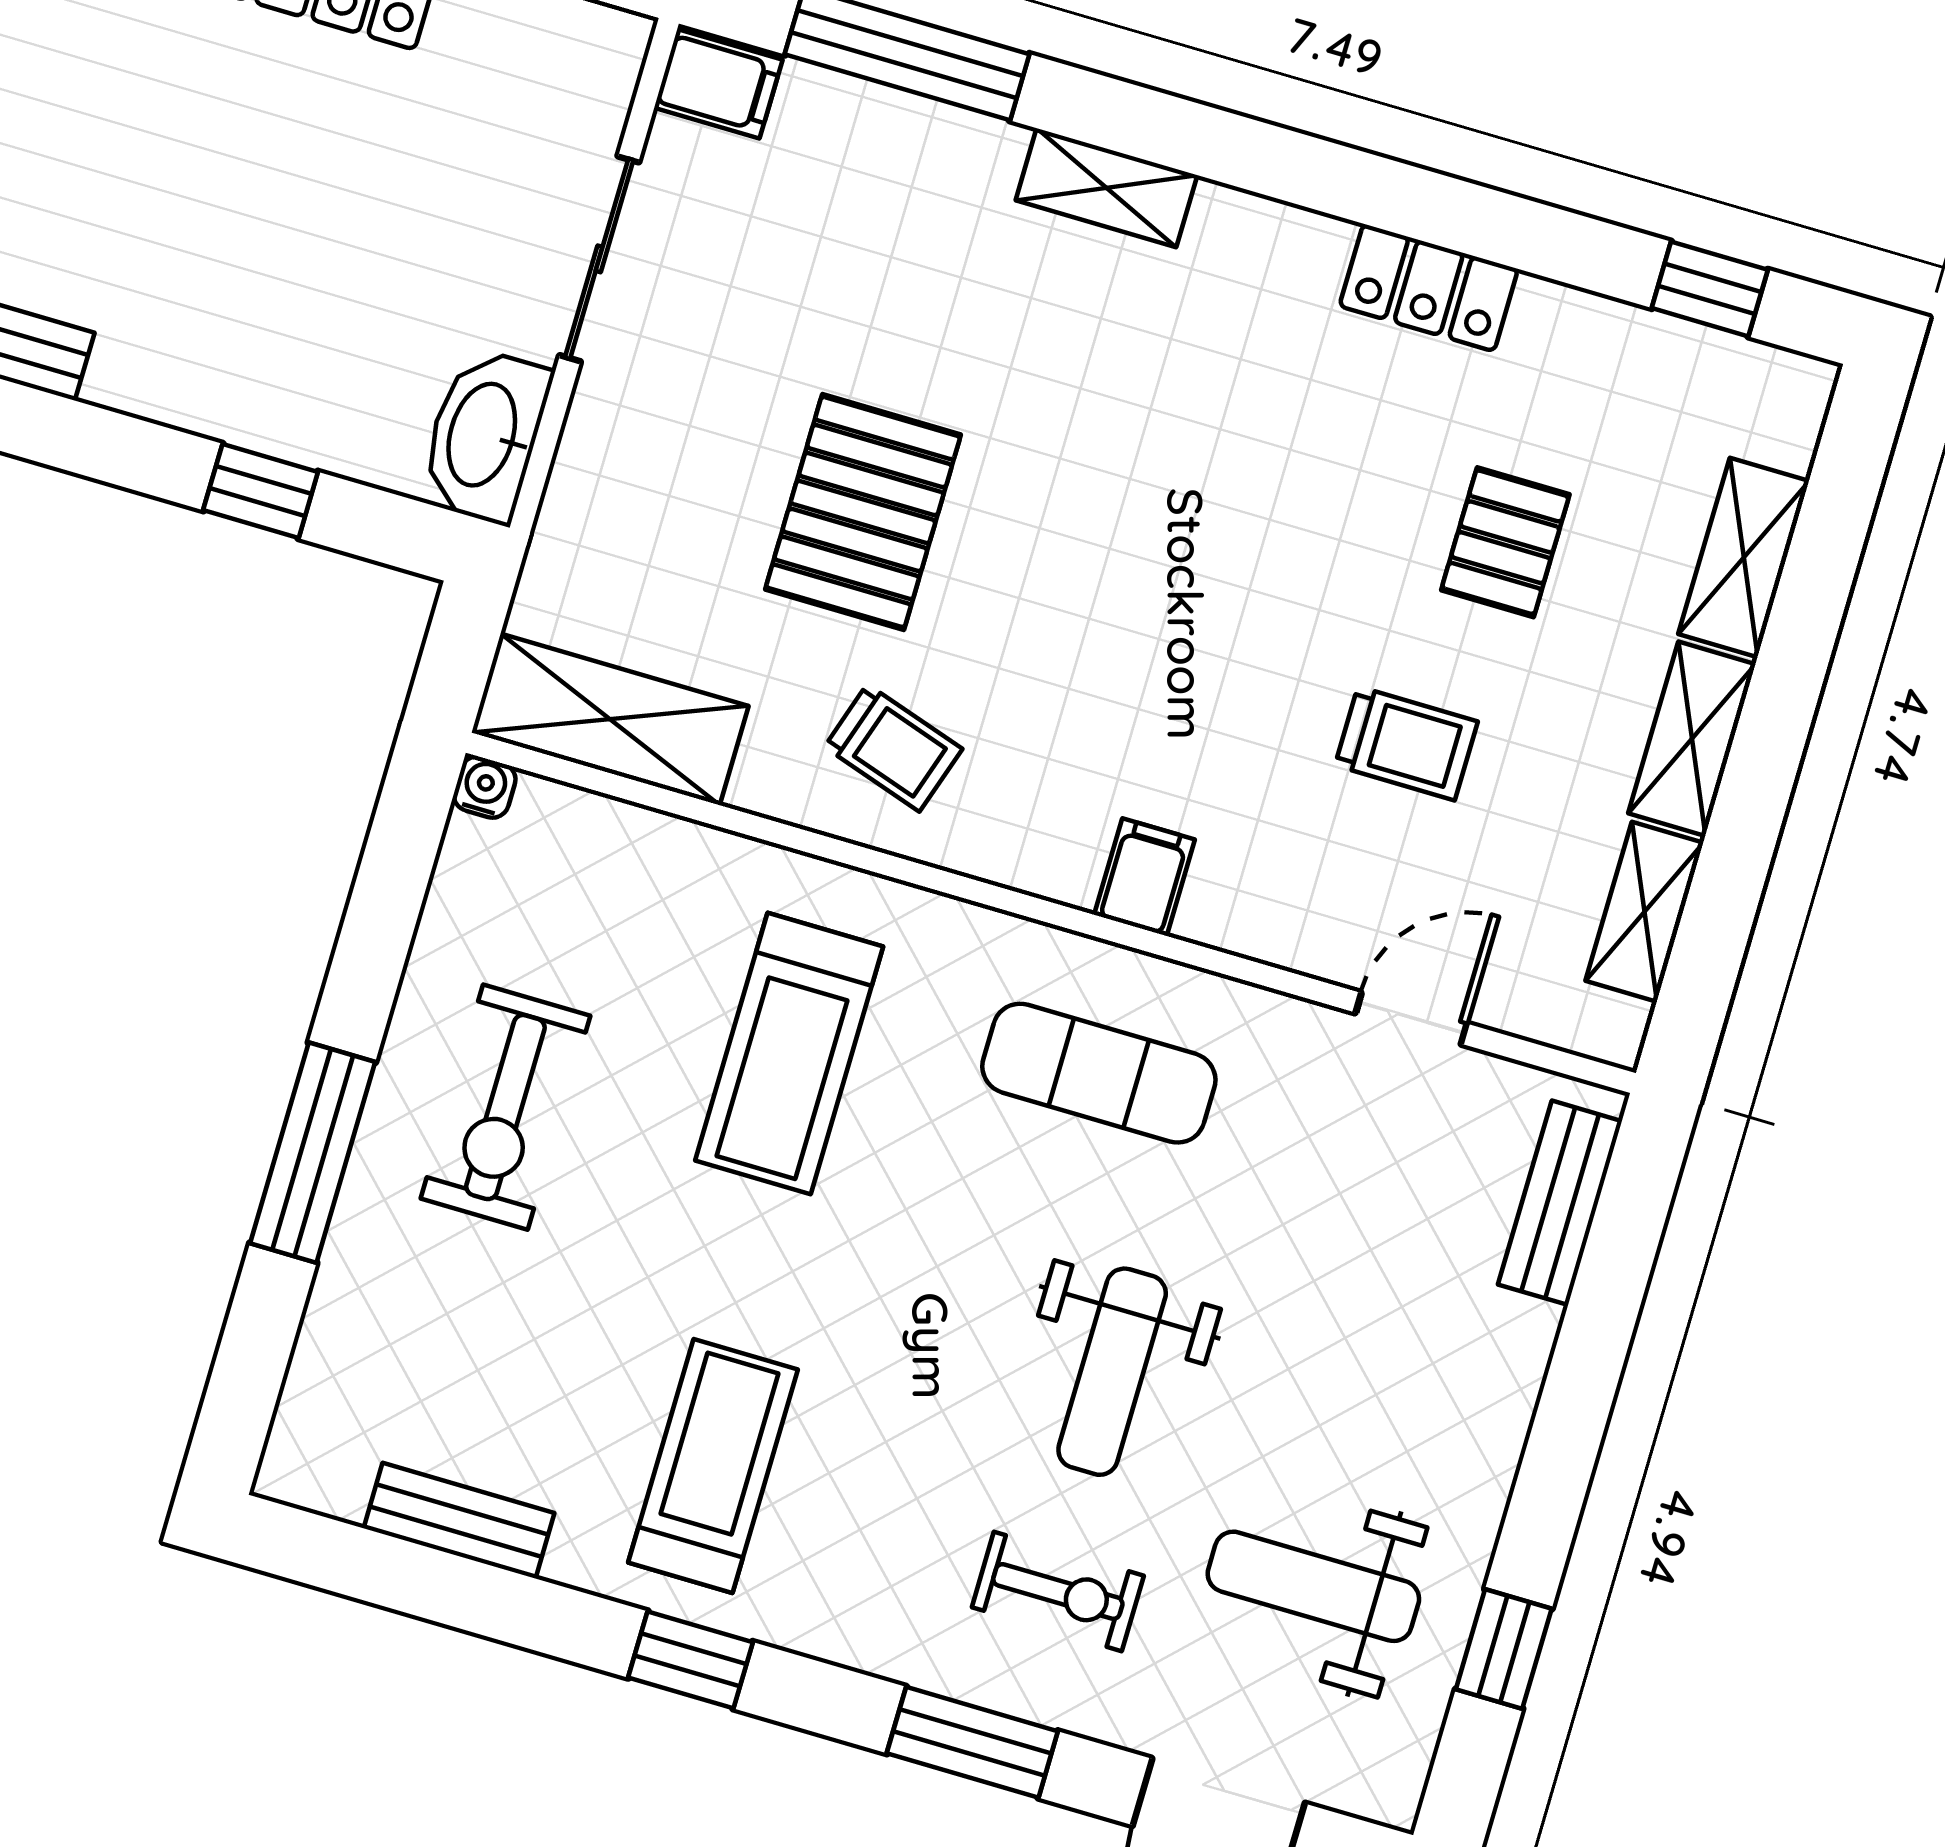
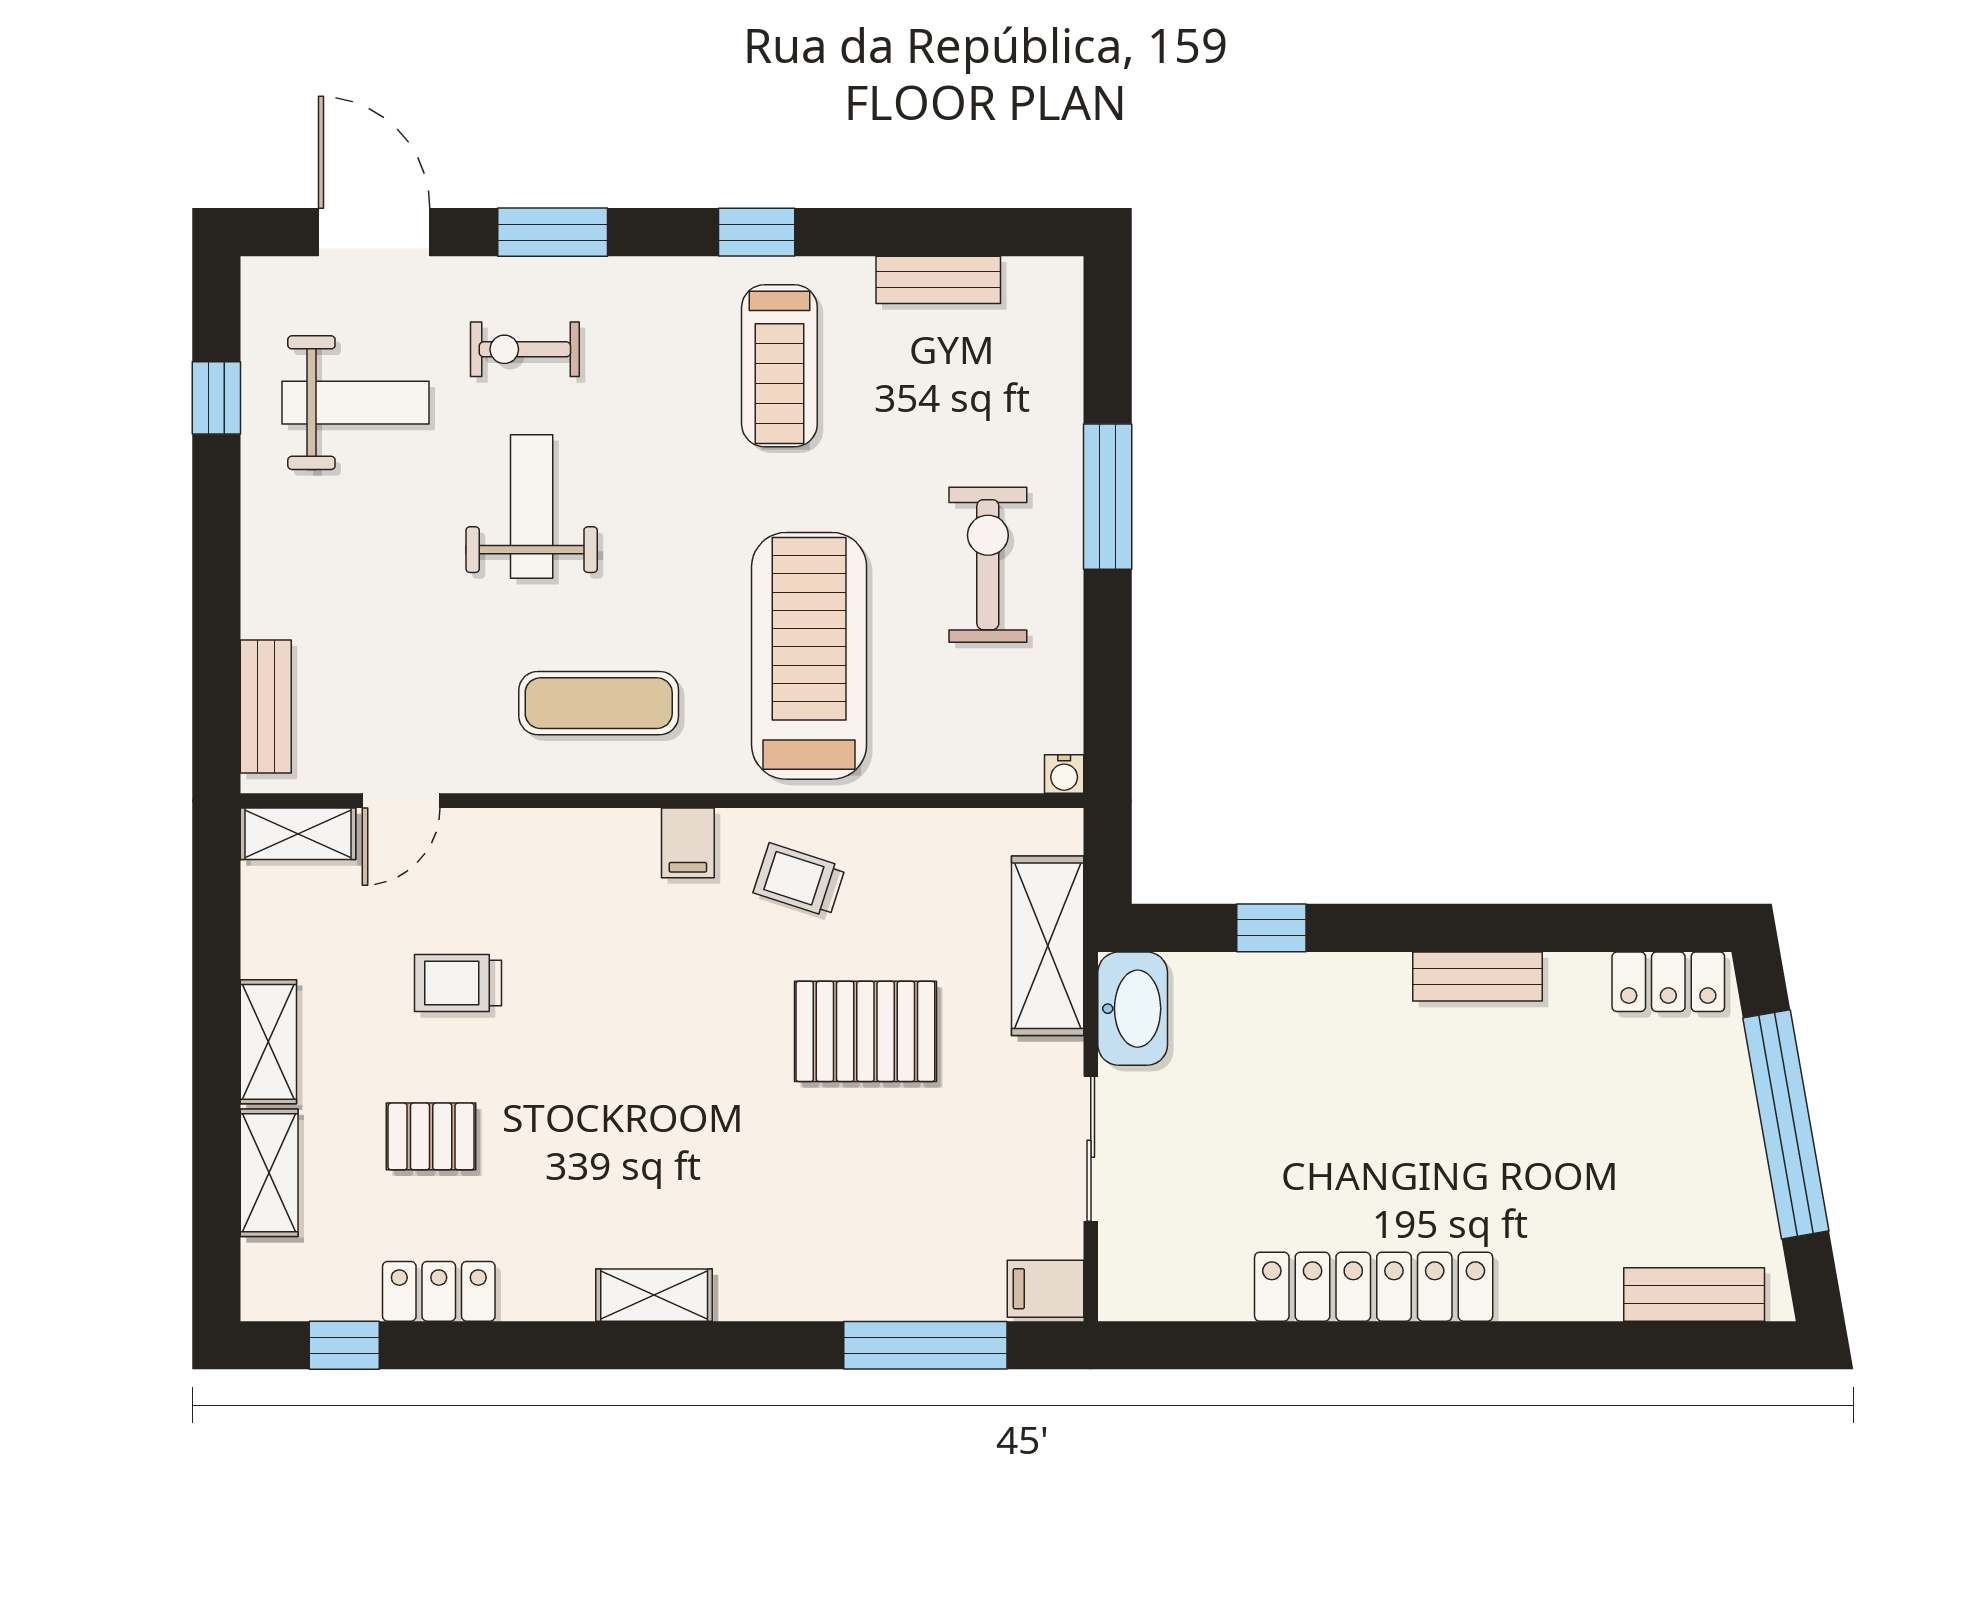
shelving: (1106, 188) -> (654, 1295), moved
locker: (1429, 288) -> (439, 1291), moved
pallet: (863, 512) -> (865, 1031), turned 90
pallet: (1505, 542) -> (431, 1136), turned 90
shelving: (610, 719) -> (1048, 946), moved, turned 90
filing cabinet: (1145, 877) -> (688, 843), moved
shelving: (1644, 912) -> (298, 834), moved, turned 90
treadmill: (789, 1053) -> (809, 656), width x1.37, depth x1.38

